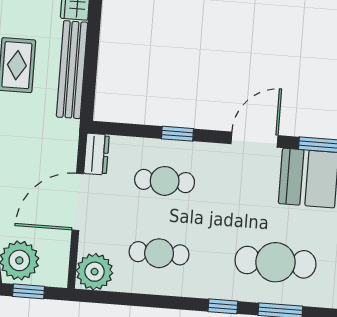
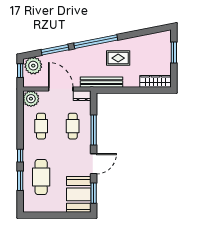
bench: (72, 70) -> (102, 82), moved
window: (177, 134) -> (94, 130), width x2.17
door: (254, 140) -> (94, 164), hinge flipped

